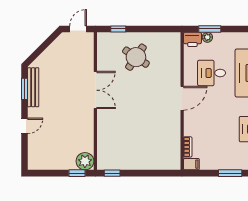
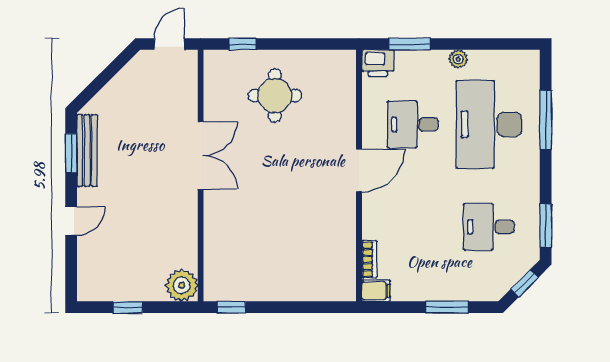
plant: (207, 37) -> (458, 59), moved
round table: (136, 57) -> (275, 95), turned -34
window: (77, 173) -> (128, 307), moved

